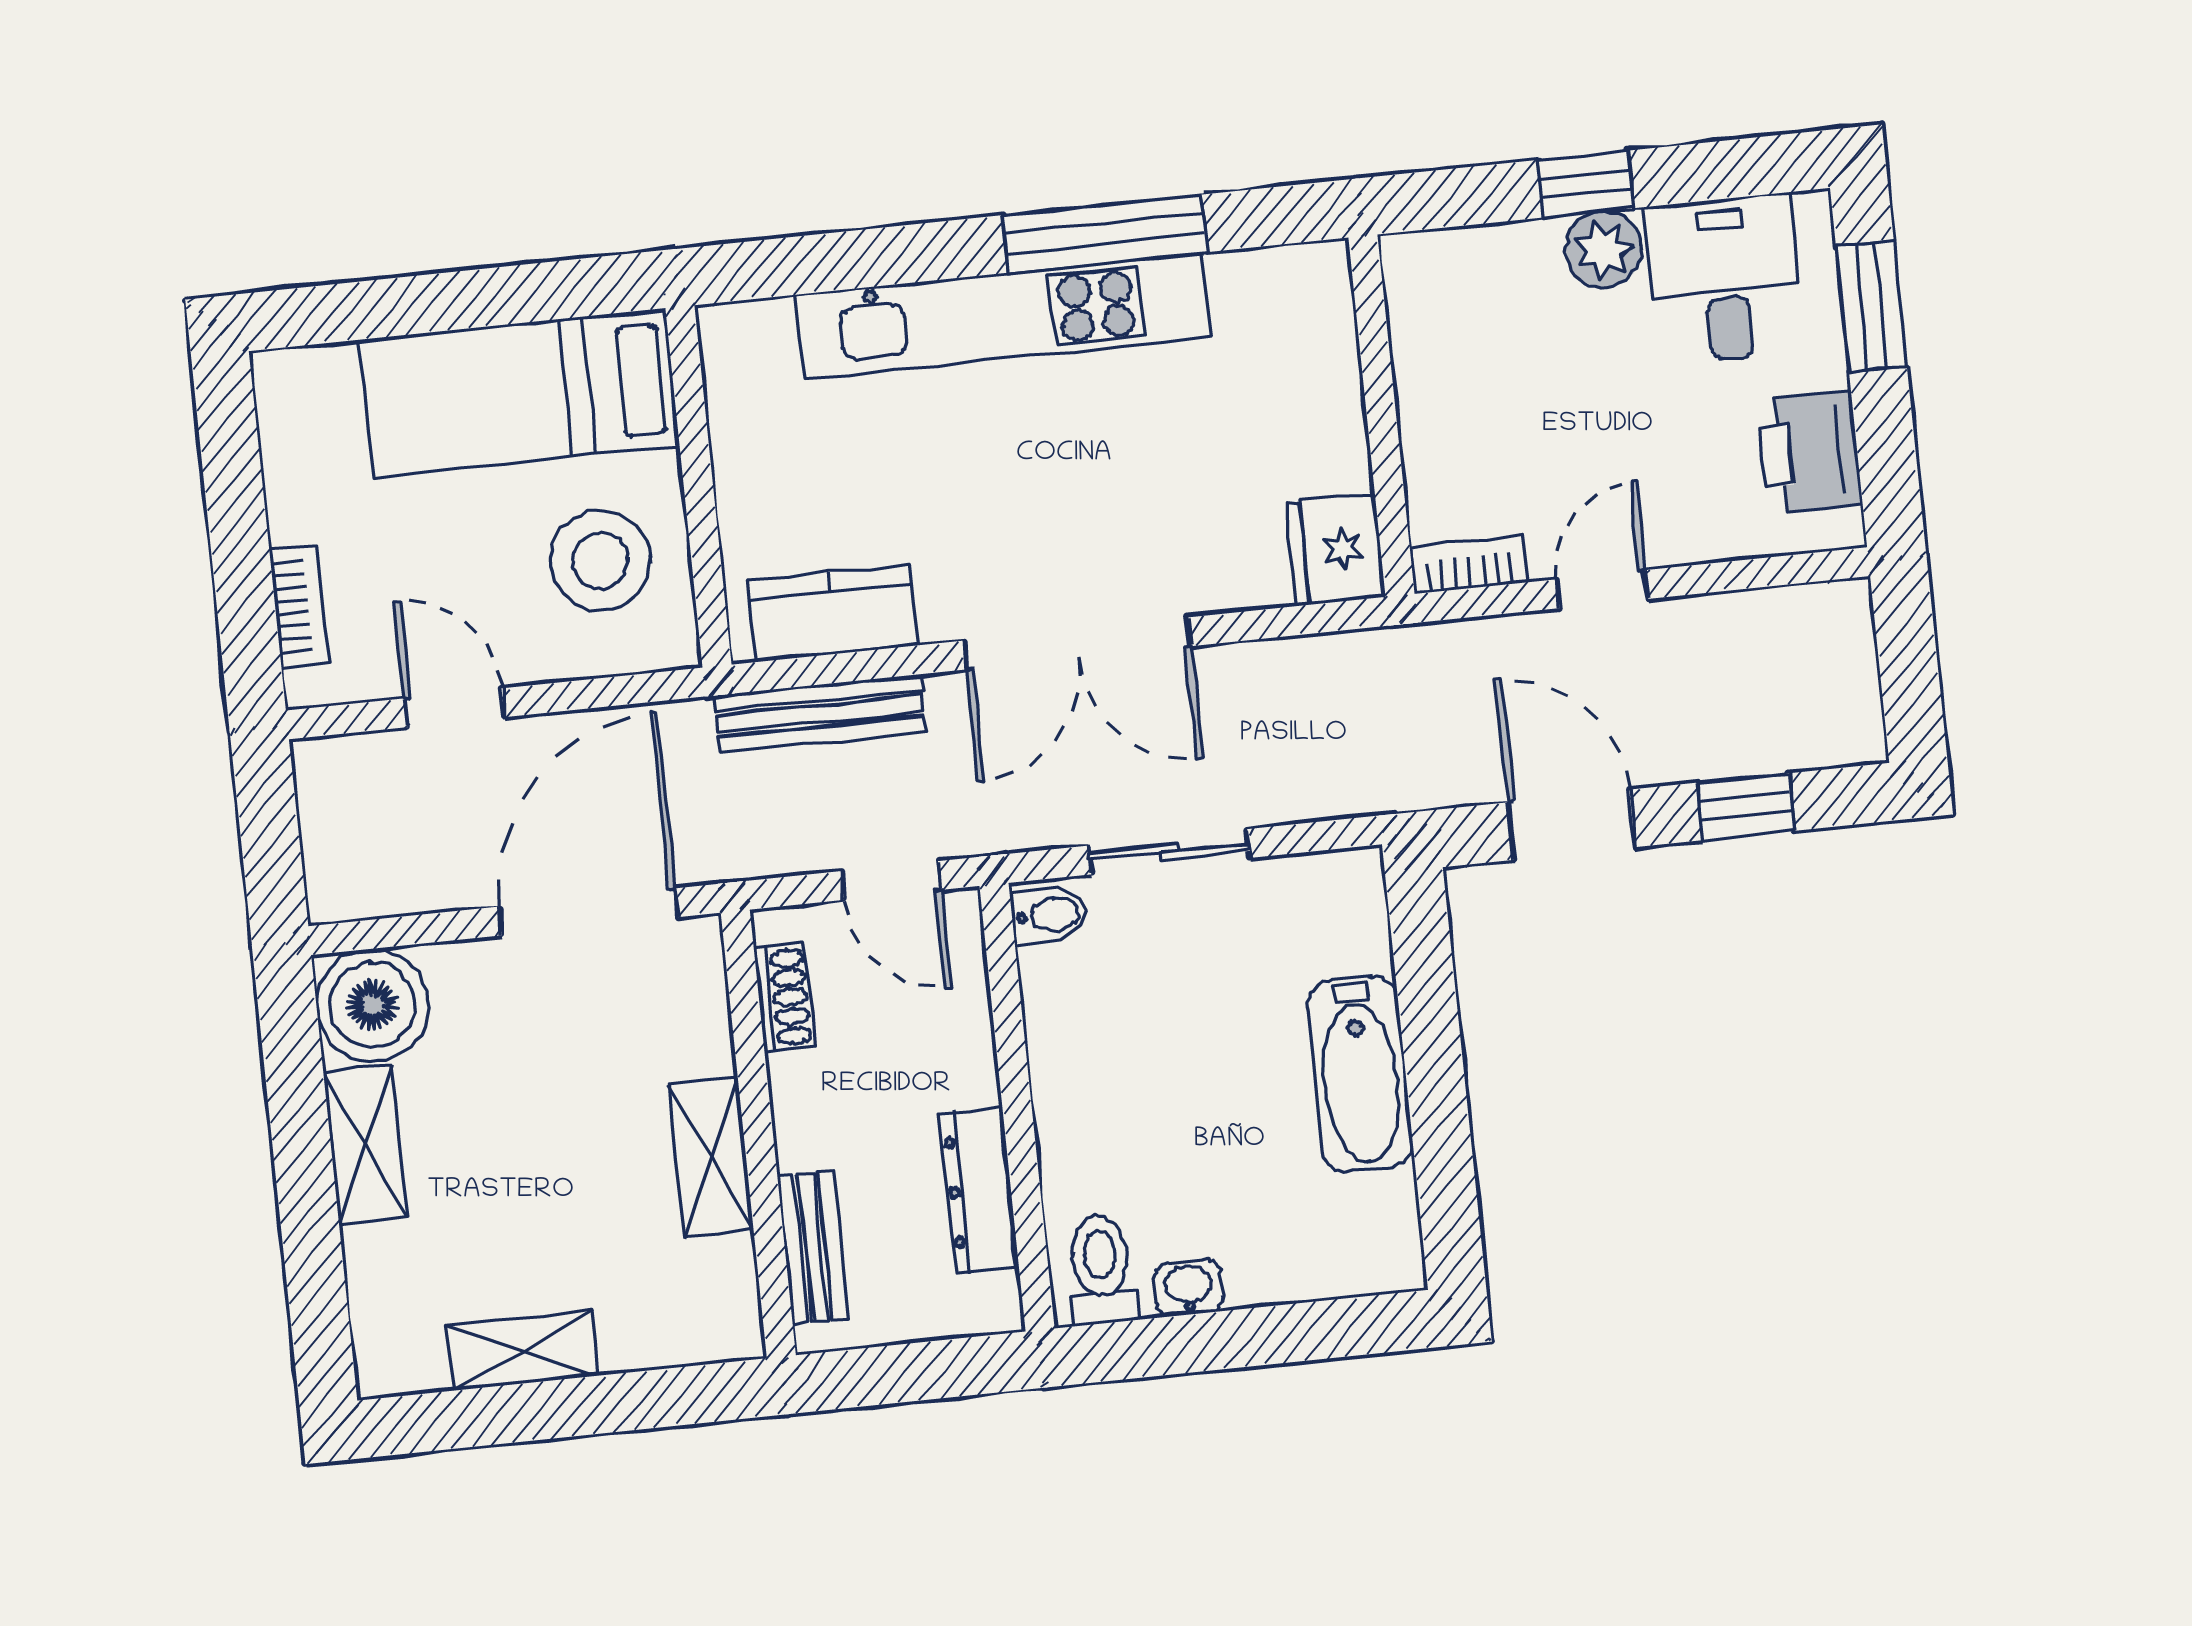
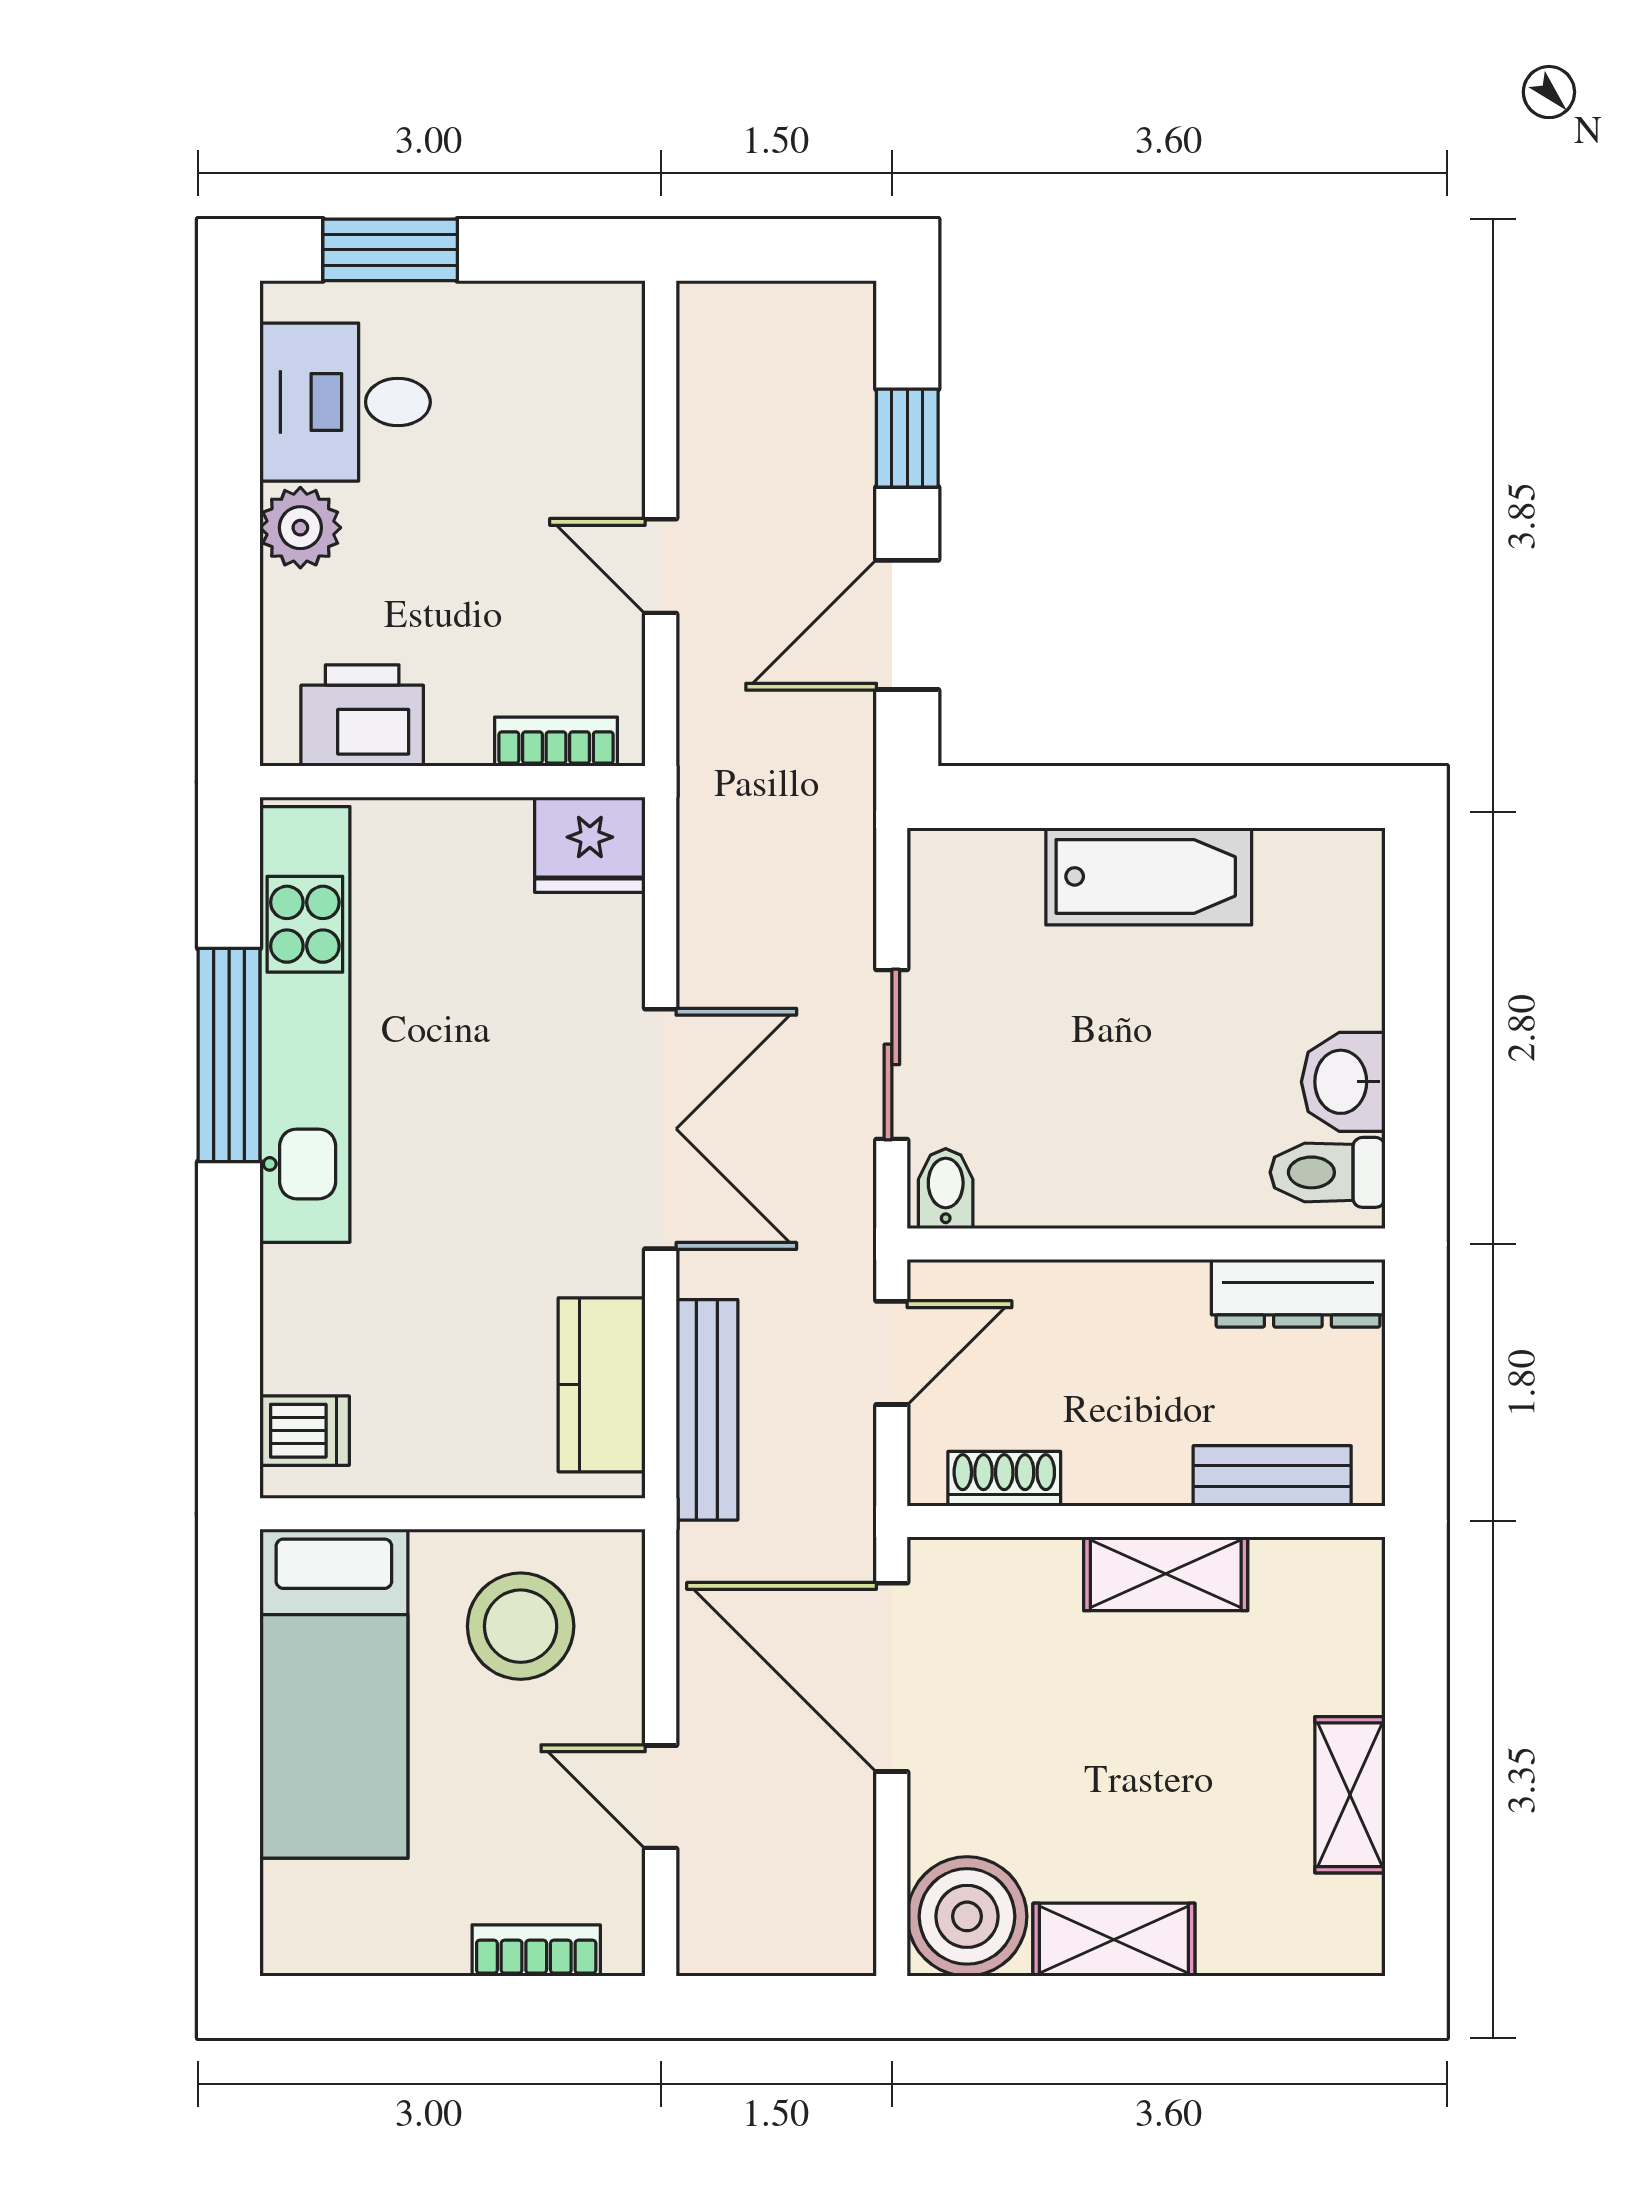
window: (1586, 184) -> (229, 539), removed
kitchen unit: (1003, 316) -> (305, 1024), moved
dishwasher: (762, 340) -> (305, 1431), added
printer: (1810, 453) -> (362, 716), moved, turned 180
bookcase: (1469, 565) -> (556, 742), moved, turned 90
door: (455, 708) -> (661, 1797), hinge flipped
dresser: (979, 1190) -> (1298, 1293), moved
washbasin: (1188, 1287) -> (1343, 1082), width x1.38, depth x1.45

